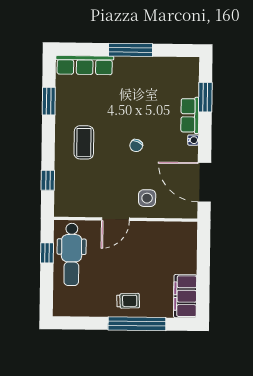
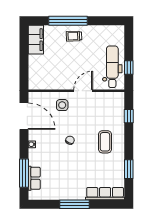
window: (205, 97) -> (24, 173), width x1.44
row of seats: (190, 115) -> (34, 178), moved

